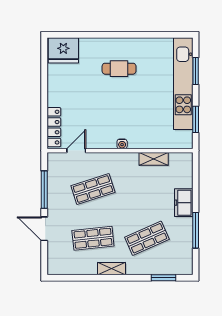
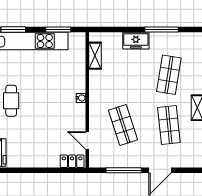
locker: (54, 127) -> (72, 161), width x0.66
shelving: (154, 159) -> (95, 56), moved
shop shelf: (147, 238) -> (169, 75), turned 33

